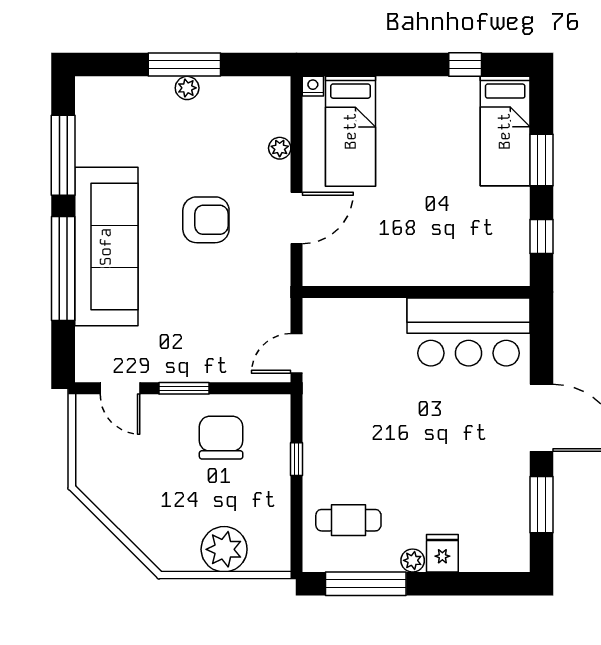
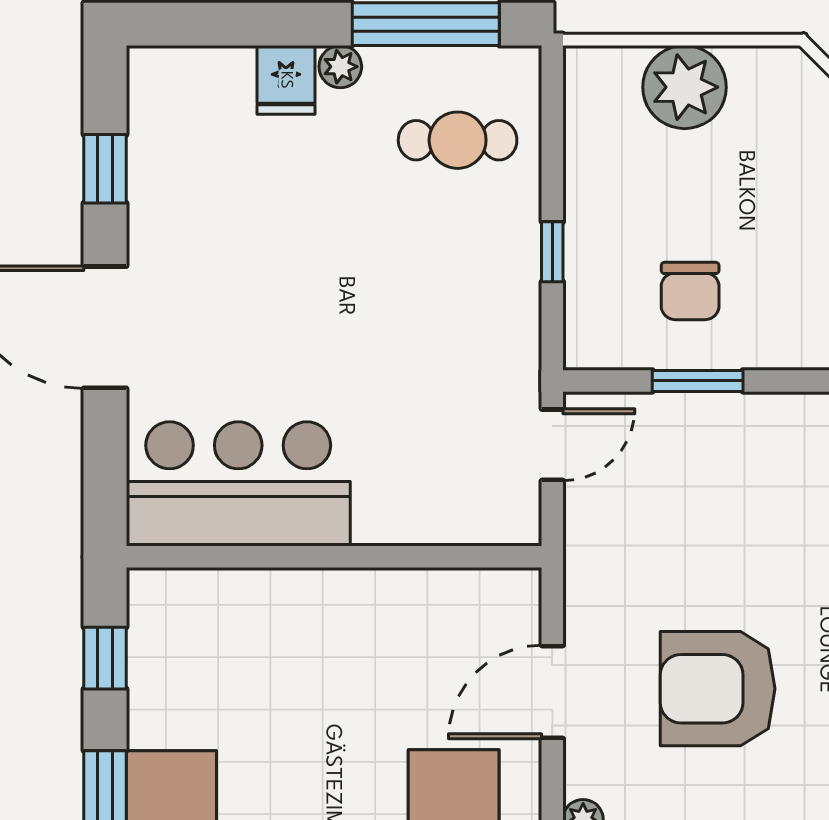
armchair: (206, 220) -> (718, 689), width x1.36, depth x1.36
window: (184, 388) -> (698, 381), moved
chair: (221, 438) -> (690, 291), width x0.73, depth x0.73
window: (542, 505) -> (105, 169), width x0.67

